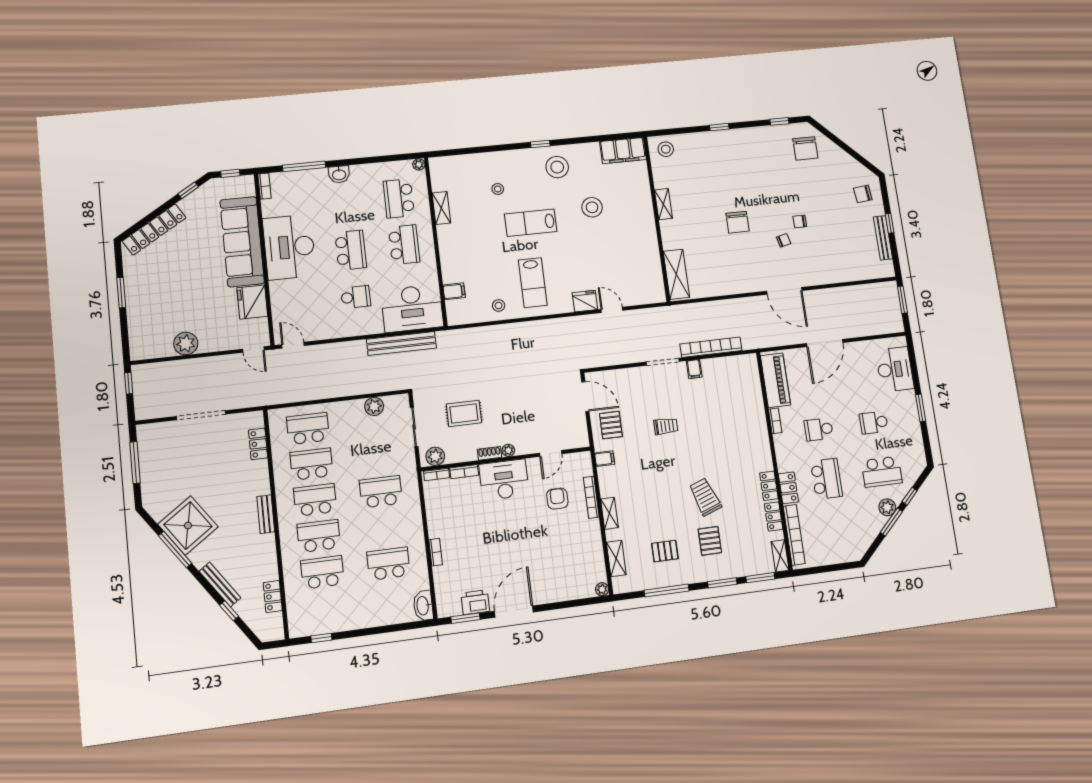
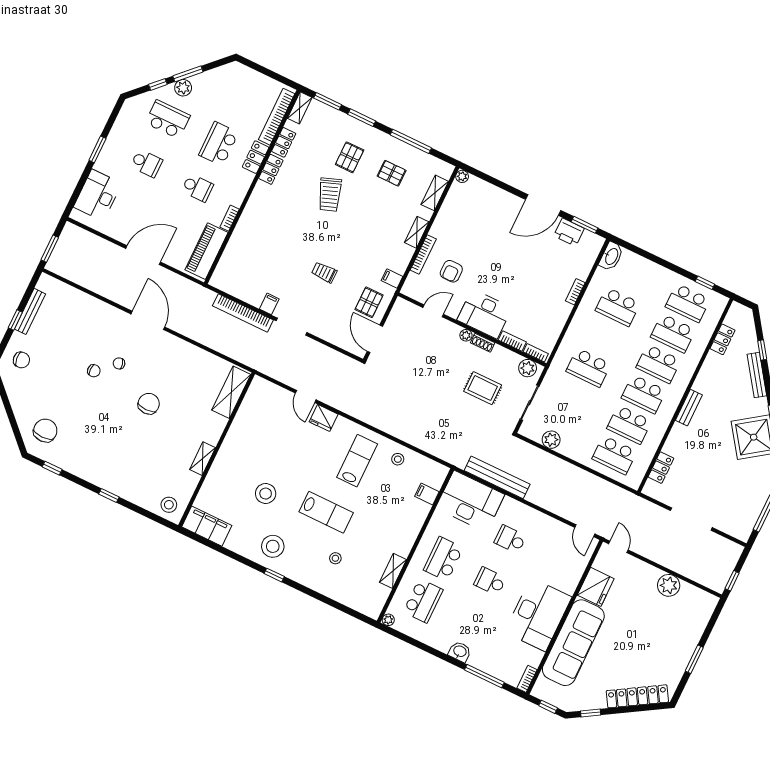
school desk: (351, 250) -> (490, 581), width x0.54
school desk: (326, 609) -> (688, 303), added

